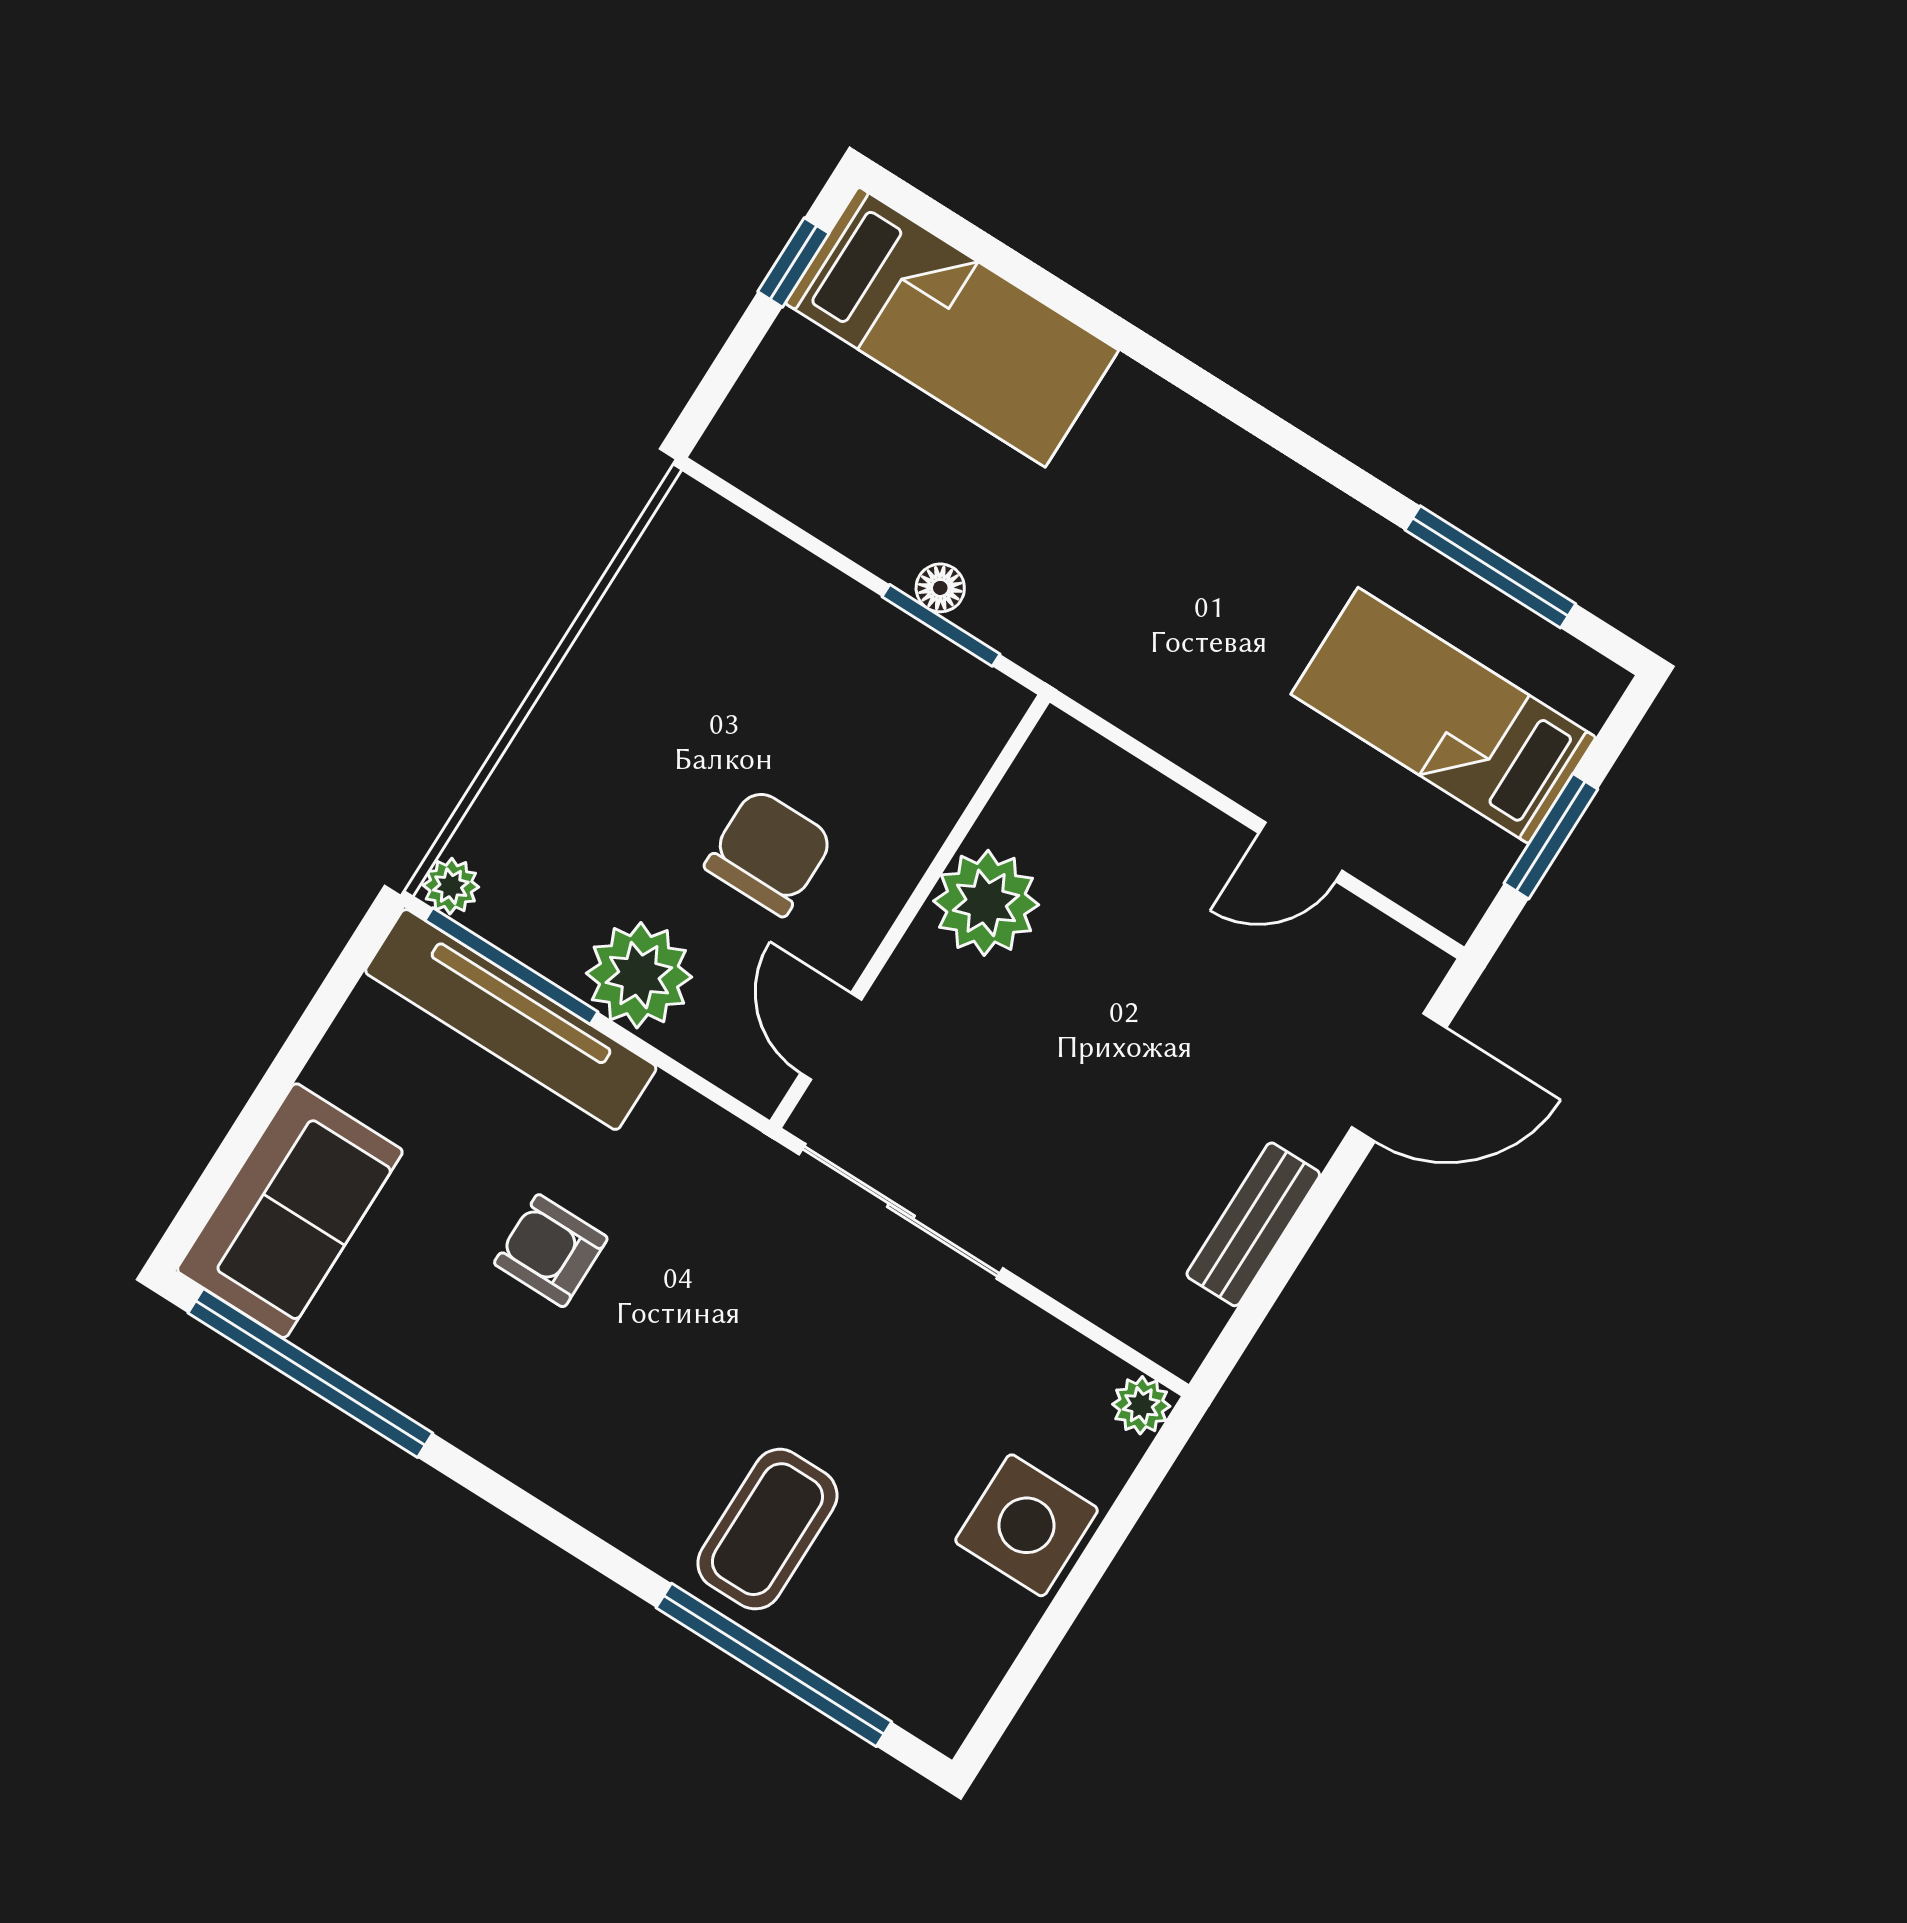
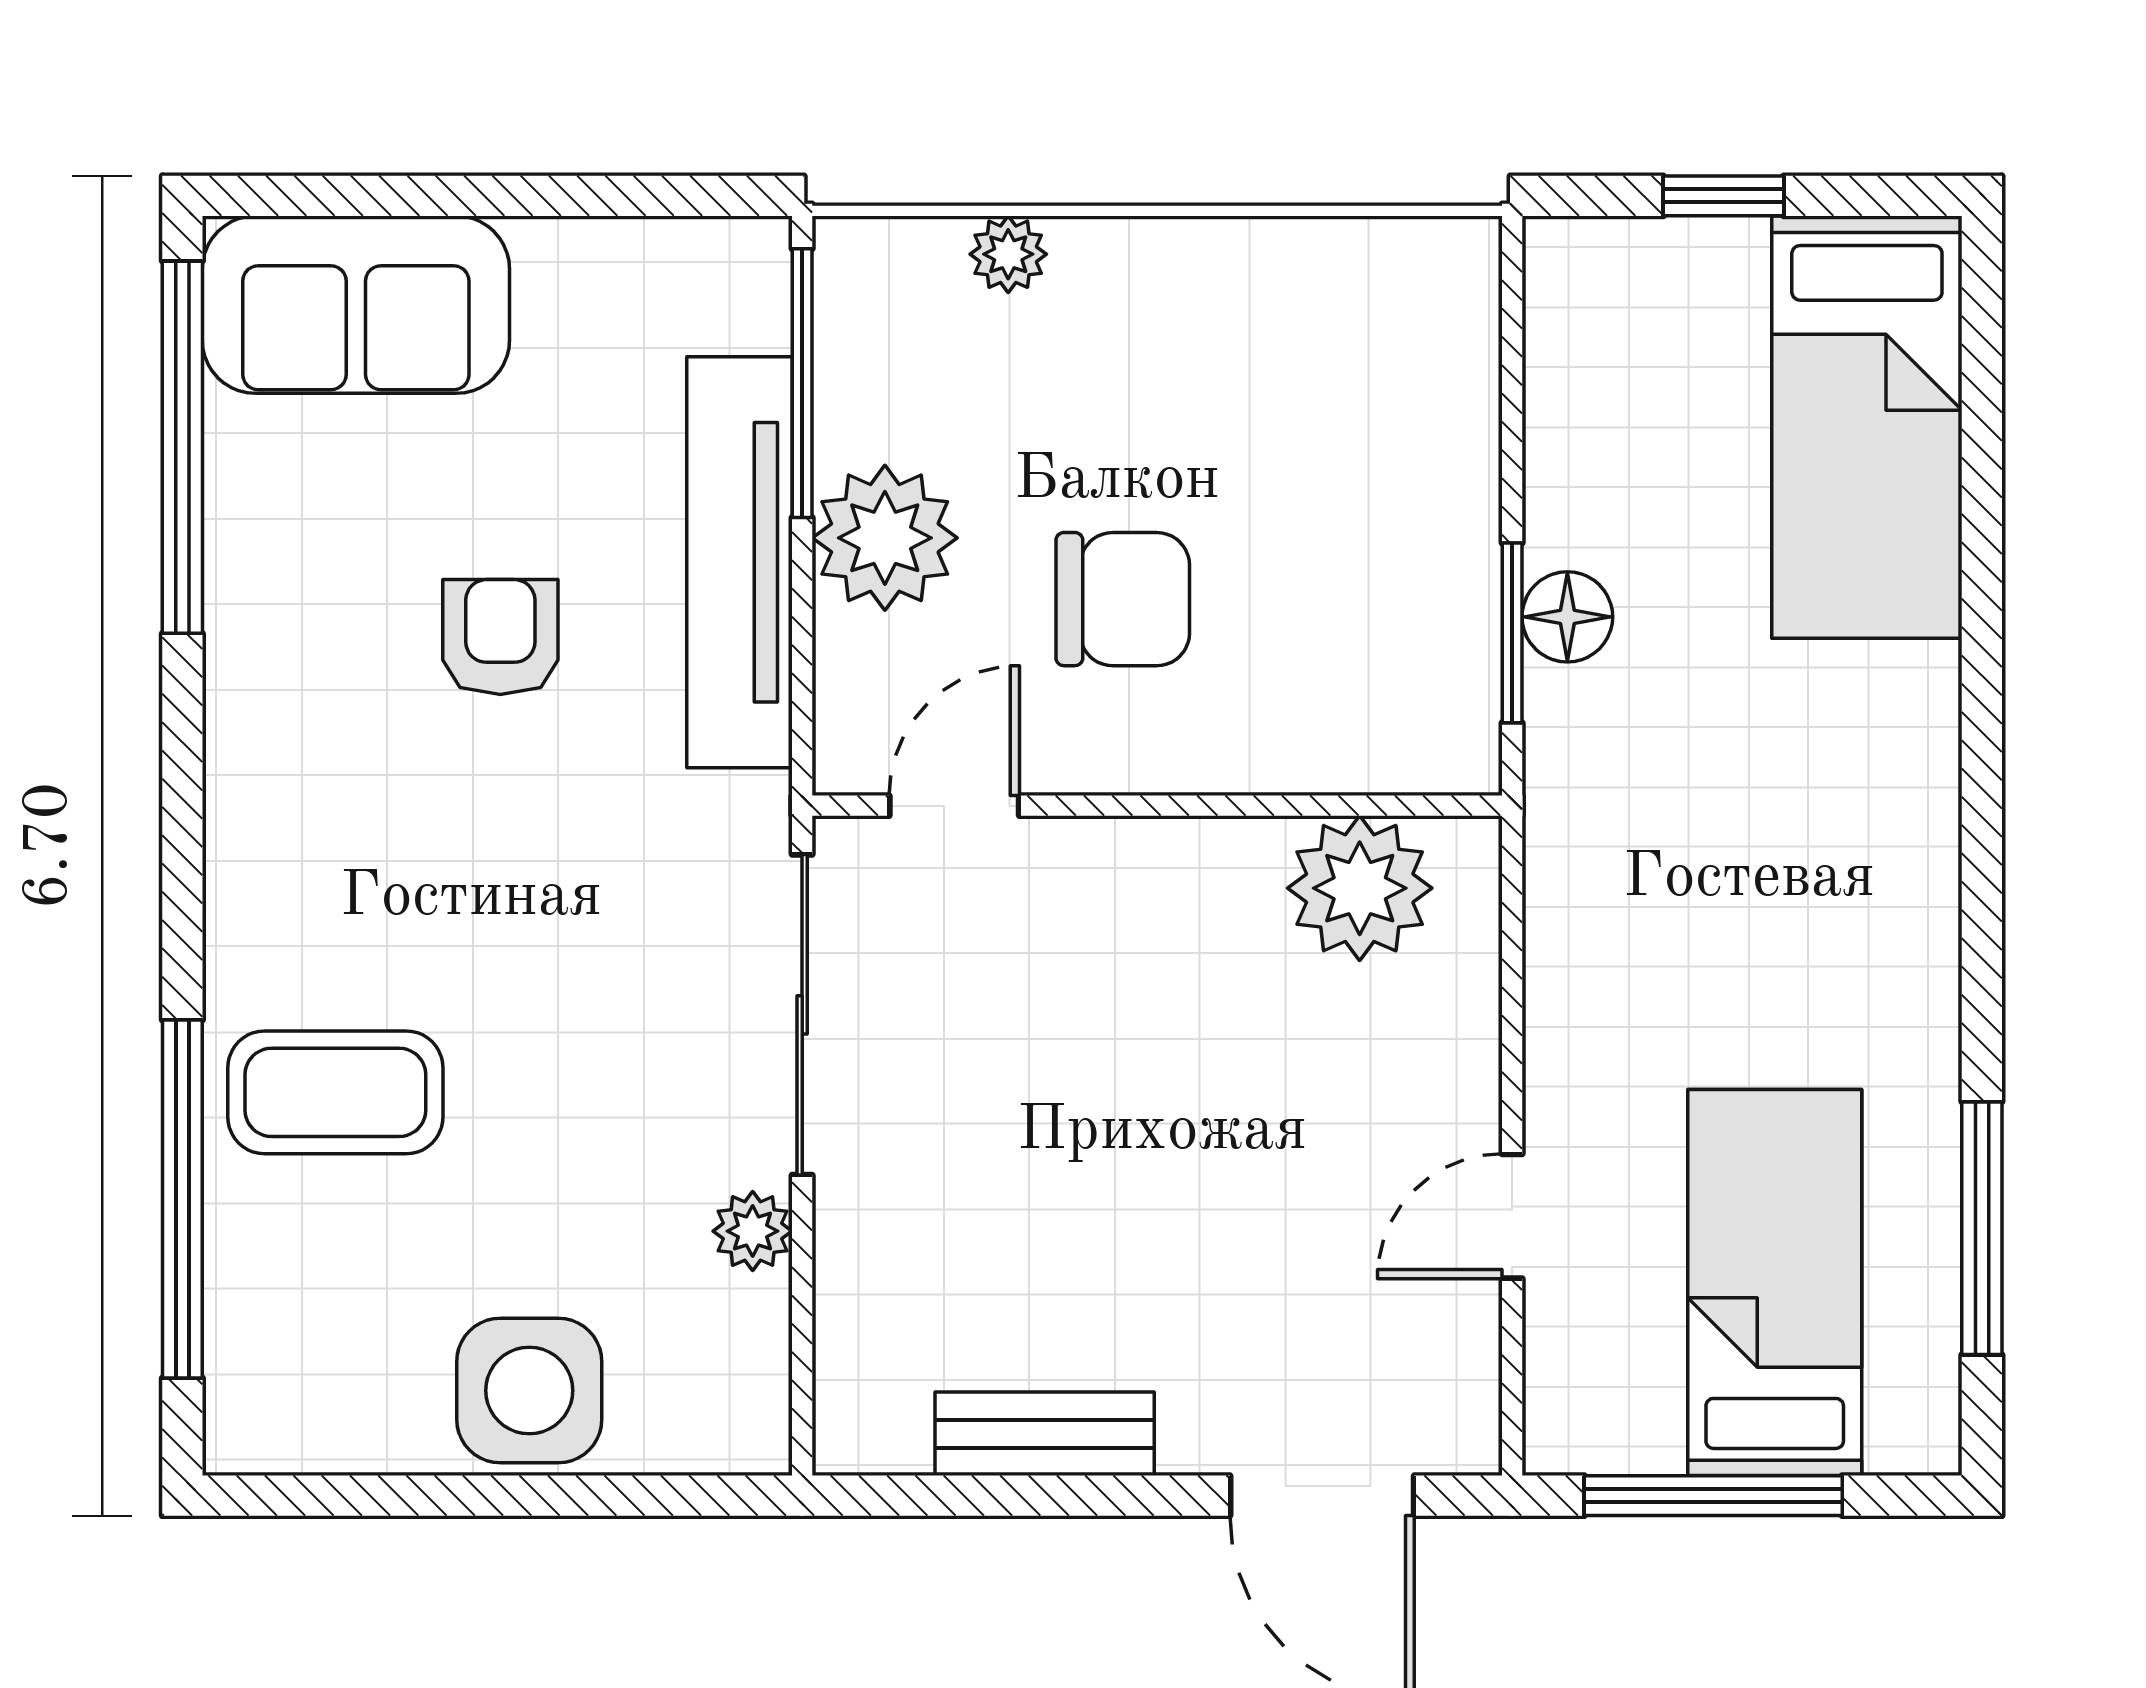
window: (793, 262) -> (1723, 196), moved
floor lamp: (940, 588) -> (1567, 617), width x1.37, depth x1.37
window: (1551, 836) -> (1713, 1496), width x1.44
door: (1301, 852) -> (1512, 1216), hinge flipped
plant: (451, 886) -> (1008, 254), moved
plant: (986, 903) -> (1360, 888), moved
tv unit: (511, 1019) -> (740, 562), moved
plant: (1141, 1405) -> (753, 1231), moved

